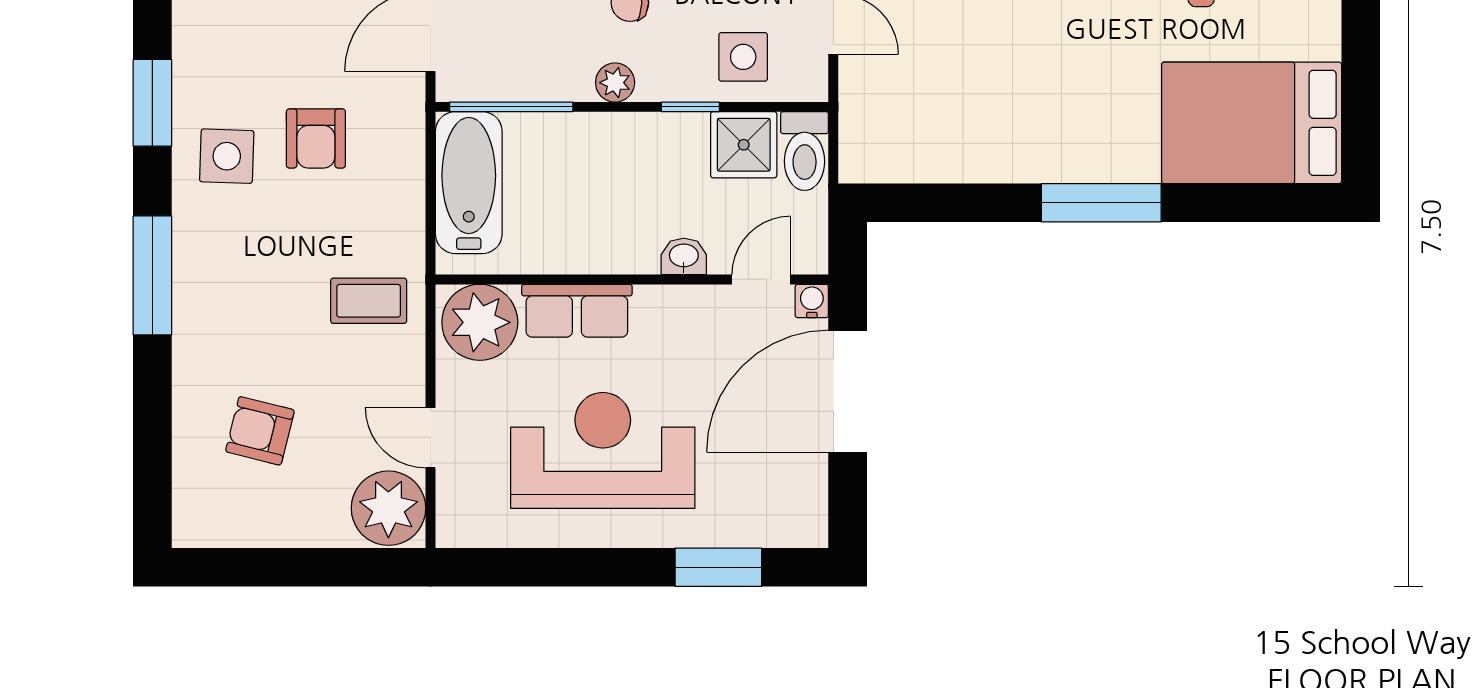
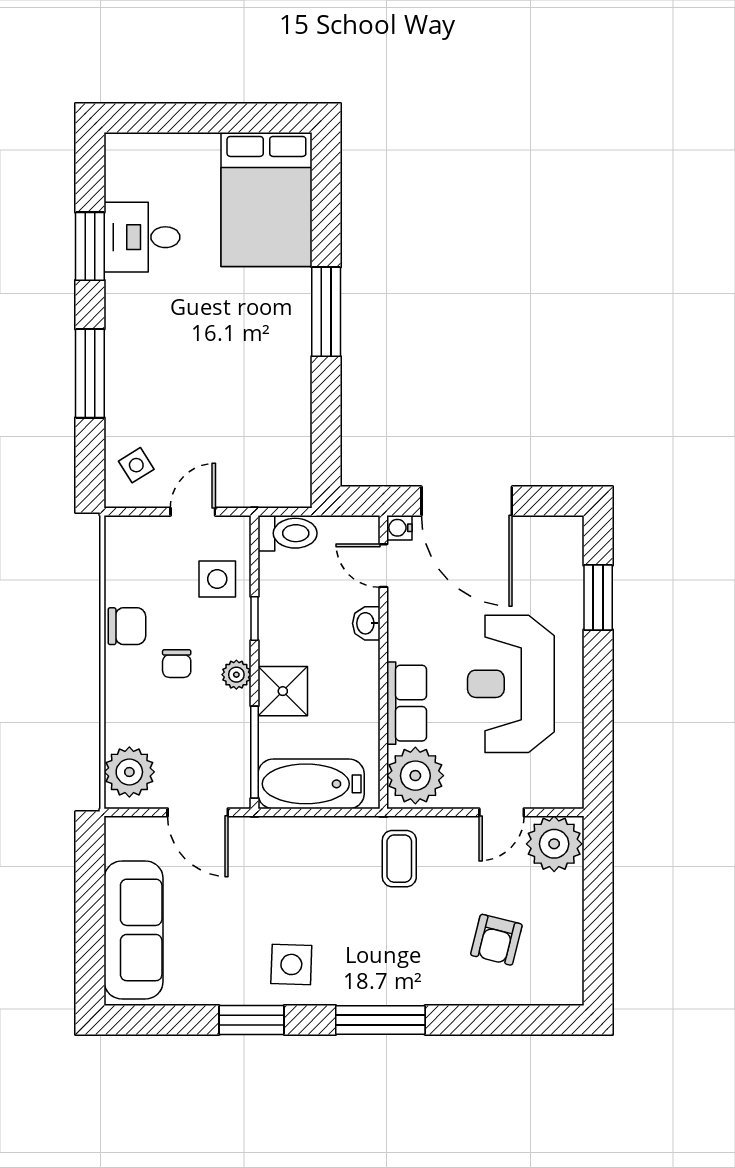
armchair: (316, 138) -> (278, 898), removed
shower: (744, 145) -> (283, 691), moved

